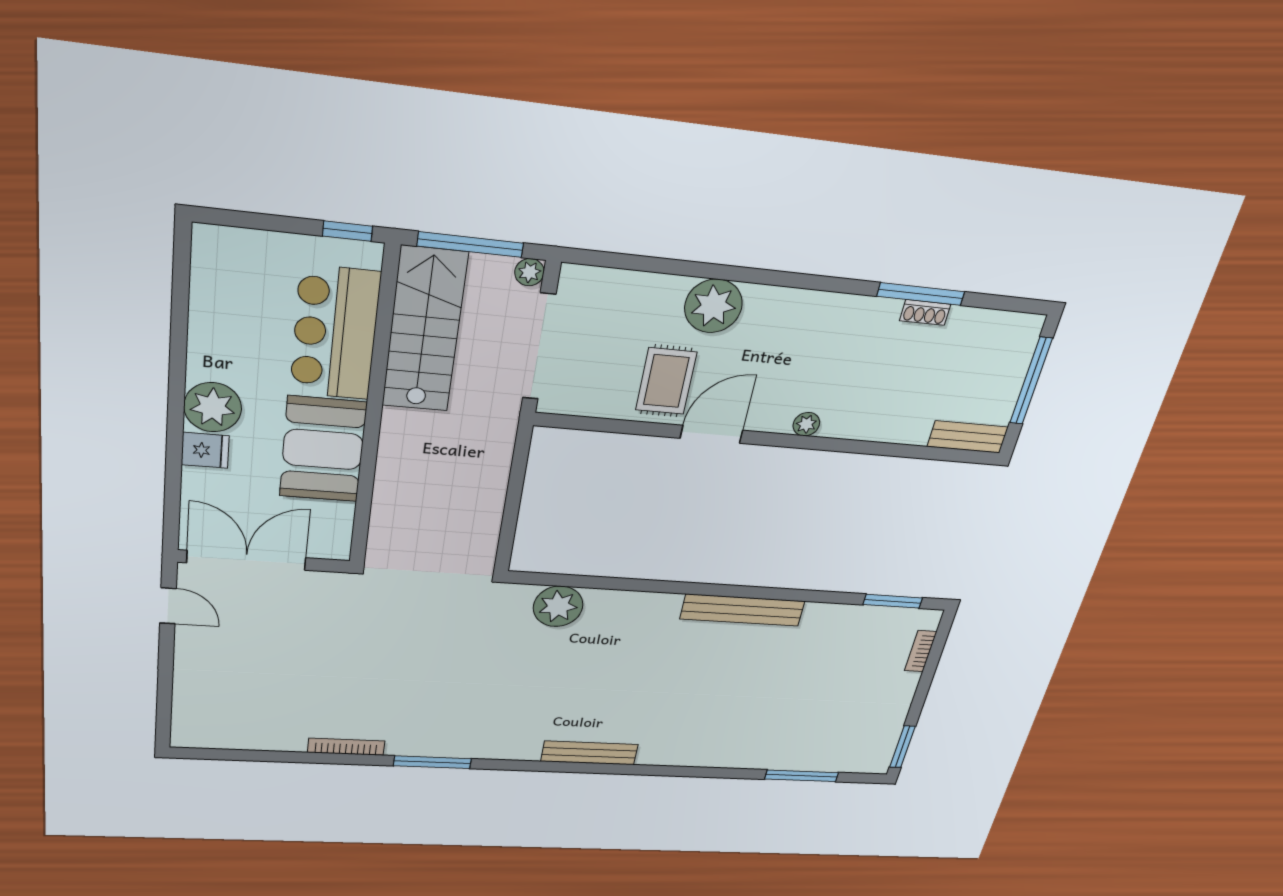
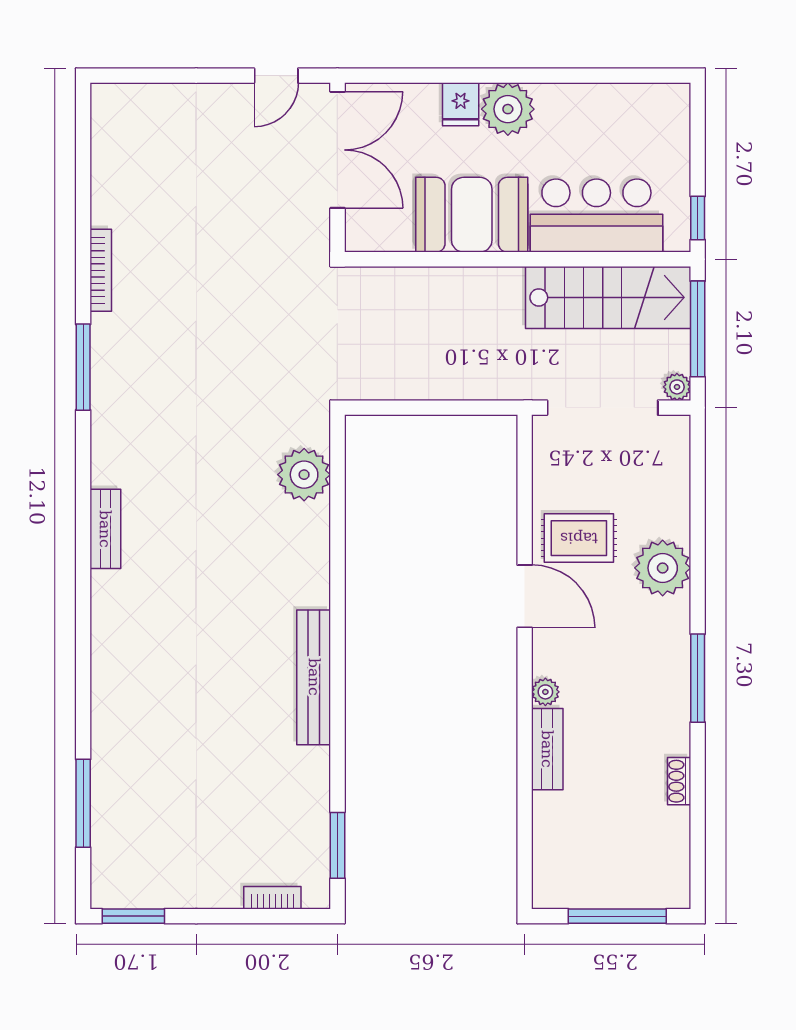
window: (921, 294) -> (698, 678), moved
bench: (968, 437) -> (547, 749), moved
bench: (589, 753) -> (105, 529), width x0.73

